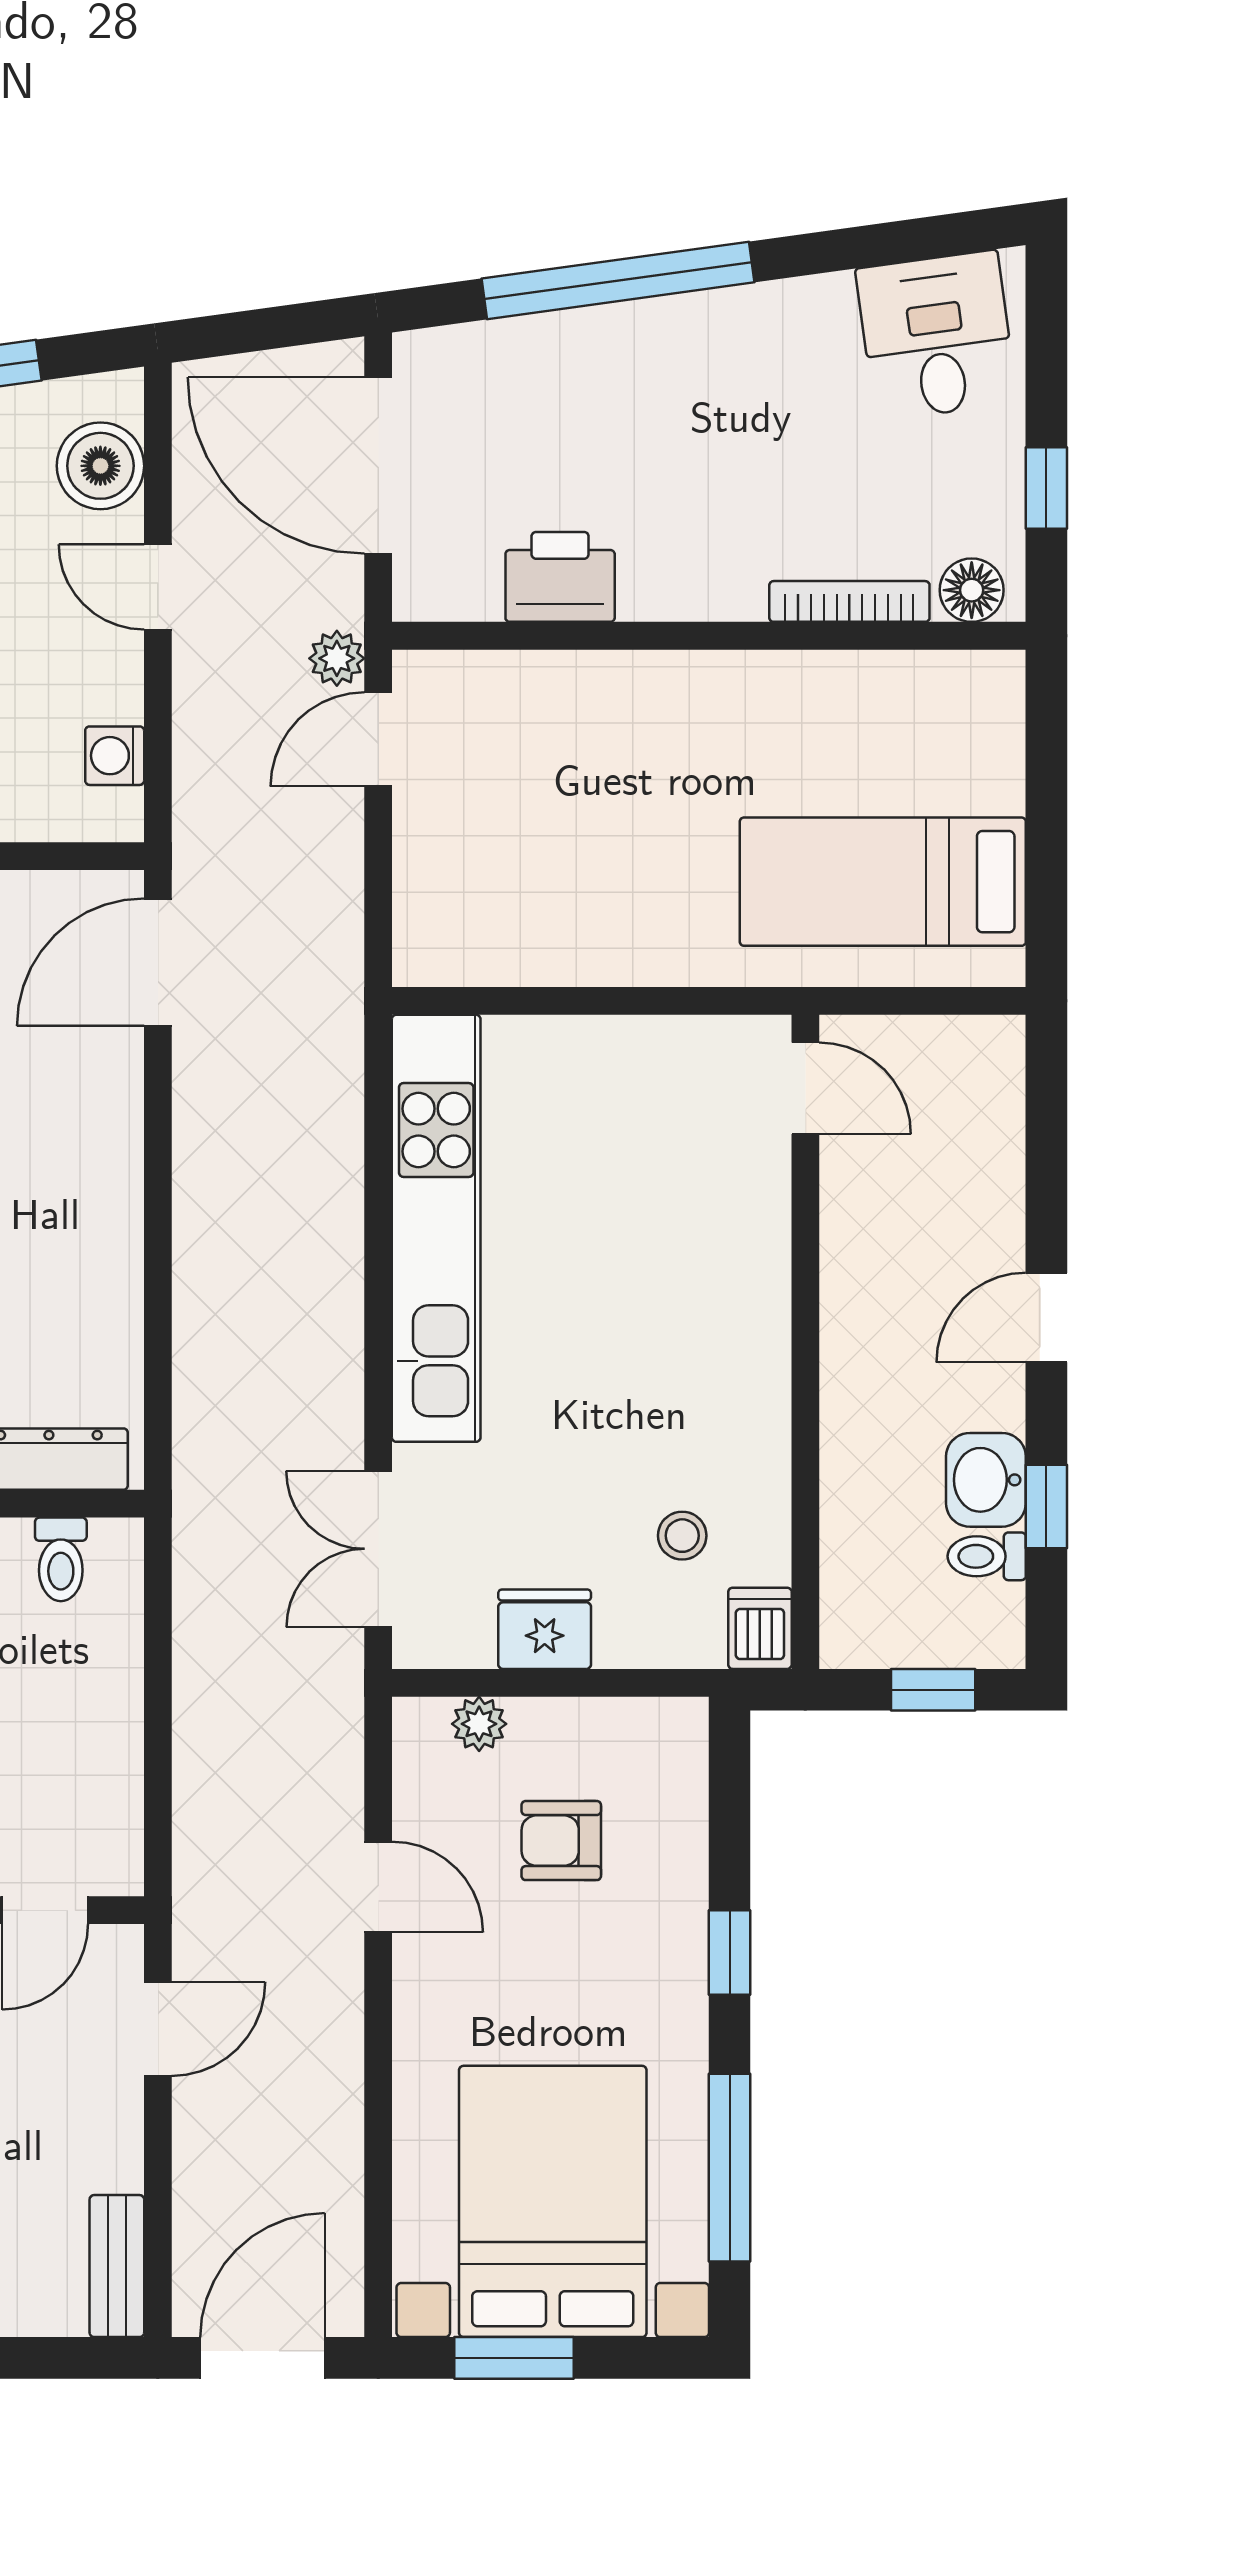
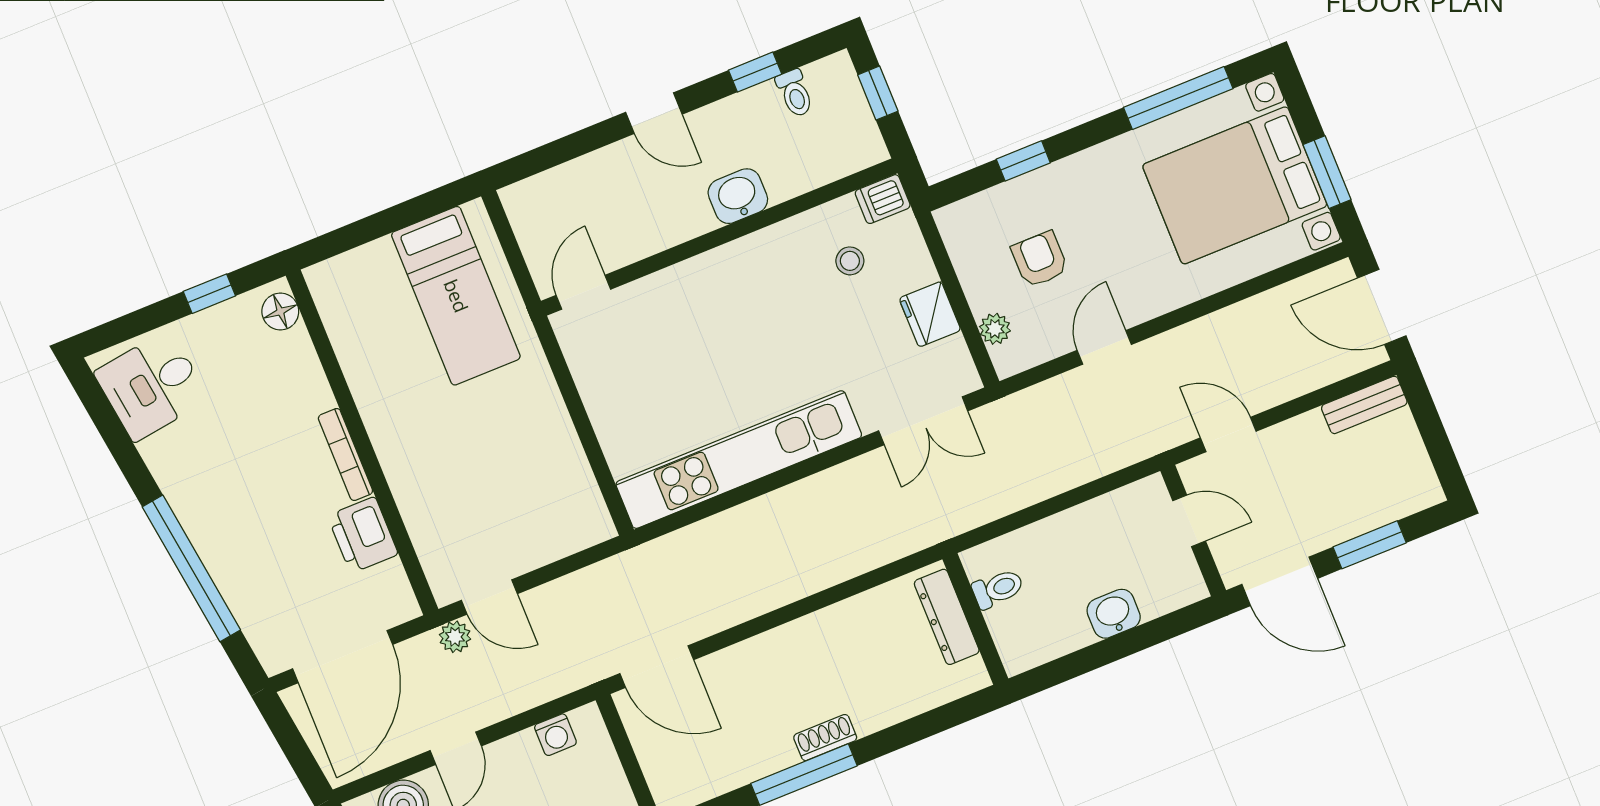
bookcase: (849, 601) -> (345, 454), moved
washbasin: (986, 1480) -> (738, 196), moved, turned 180
armchair: (561, 1841) -> (1040, 259), turned 180
window: (730, 1952) -> (1023, 161), moved

